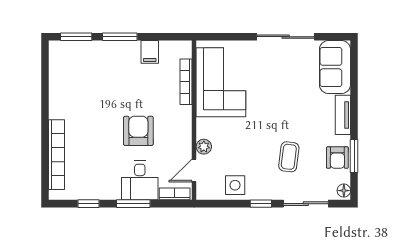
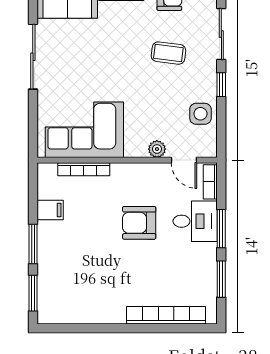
window: (88, 204) -> (221, 279), width x1.50

